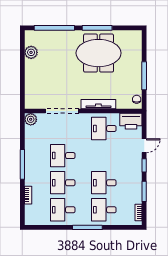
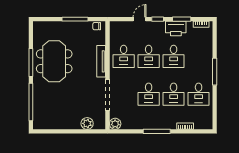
plant: (31, 52) -> (87, 123), moved
printer: (131, 121) -> (176, 28), moved, turned 90
door: (144, 146) -> (139, 19), hinge flipped
desk: (104, 210) -> (149, 56), moved

